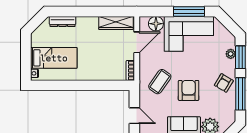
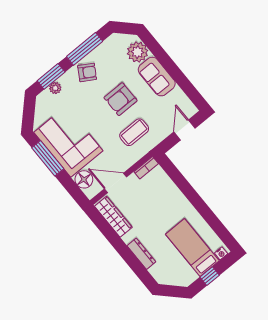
dresser: (63, 21) -> (141, 254), moved
window: (26, 54) -> (210, 276), added
coffee table: (160, 82) -> (134, 132), turned -35

